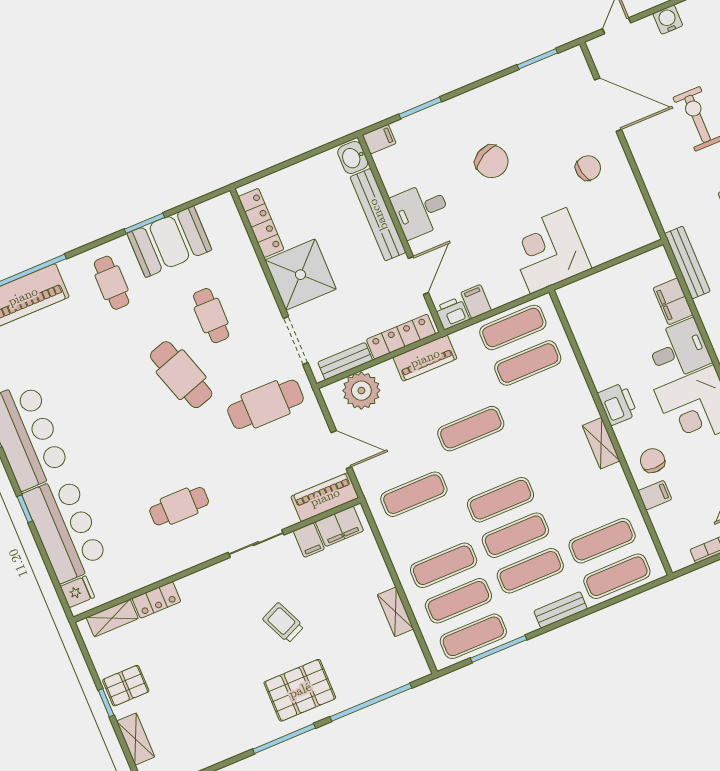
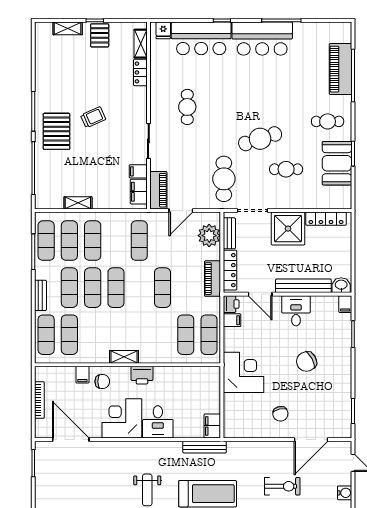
filing cabinet: (673, 301) -> (212, 426), moved, turned -90
trolley: (283, 623) -> (93, 117), moved

